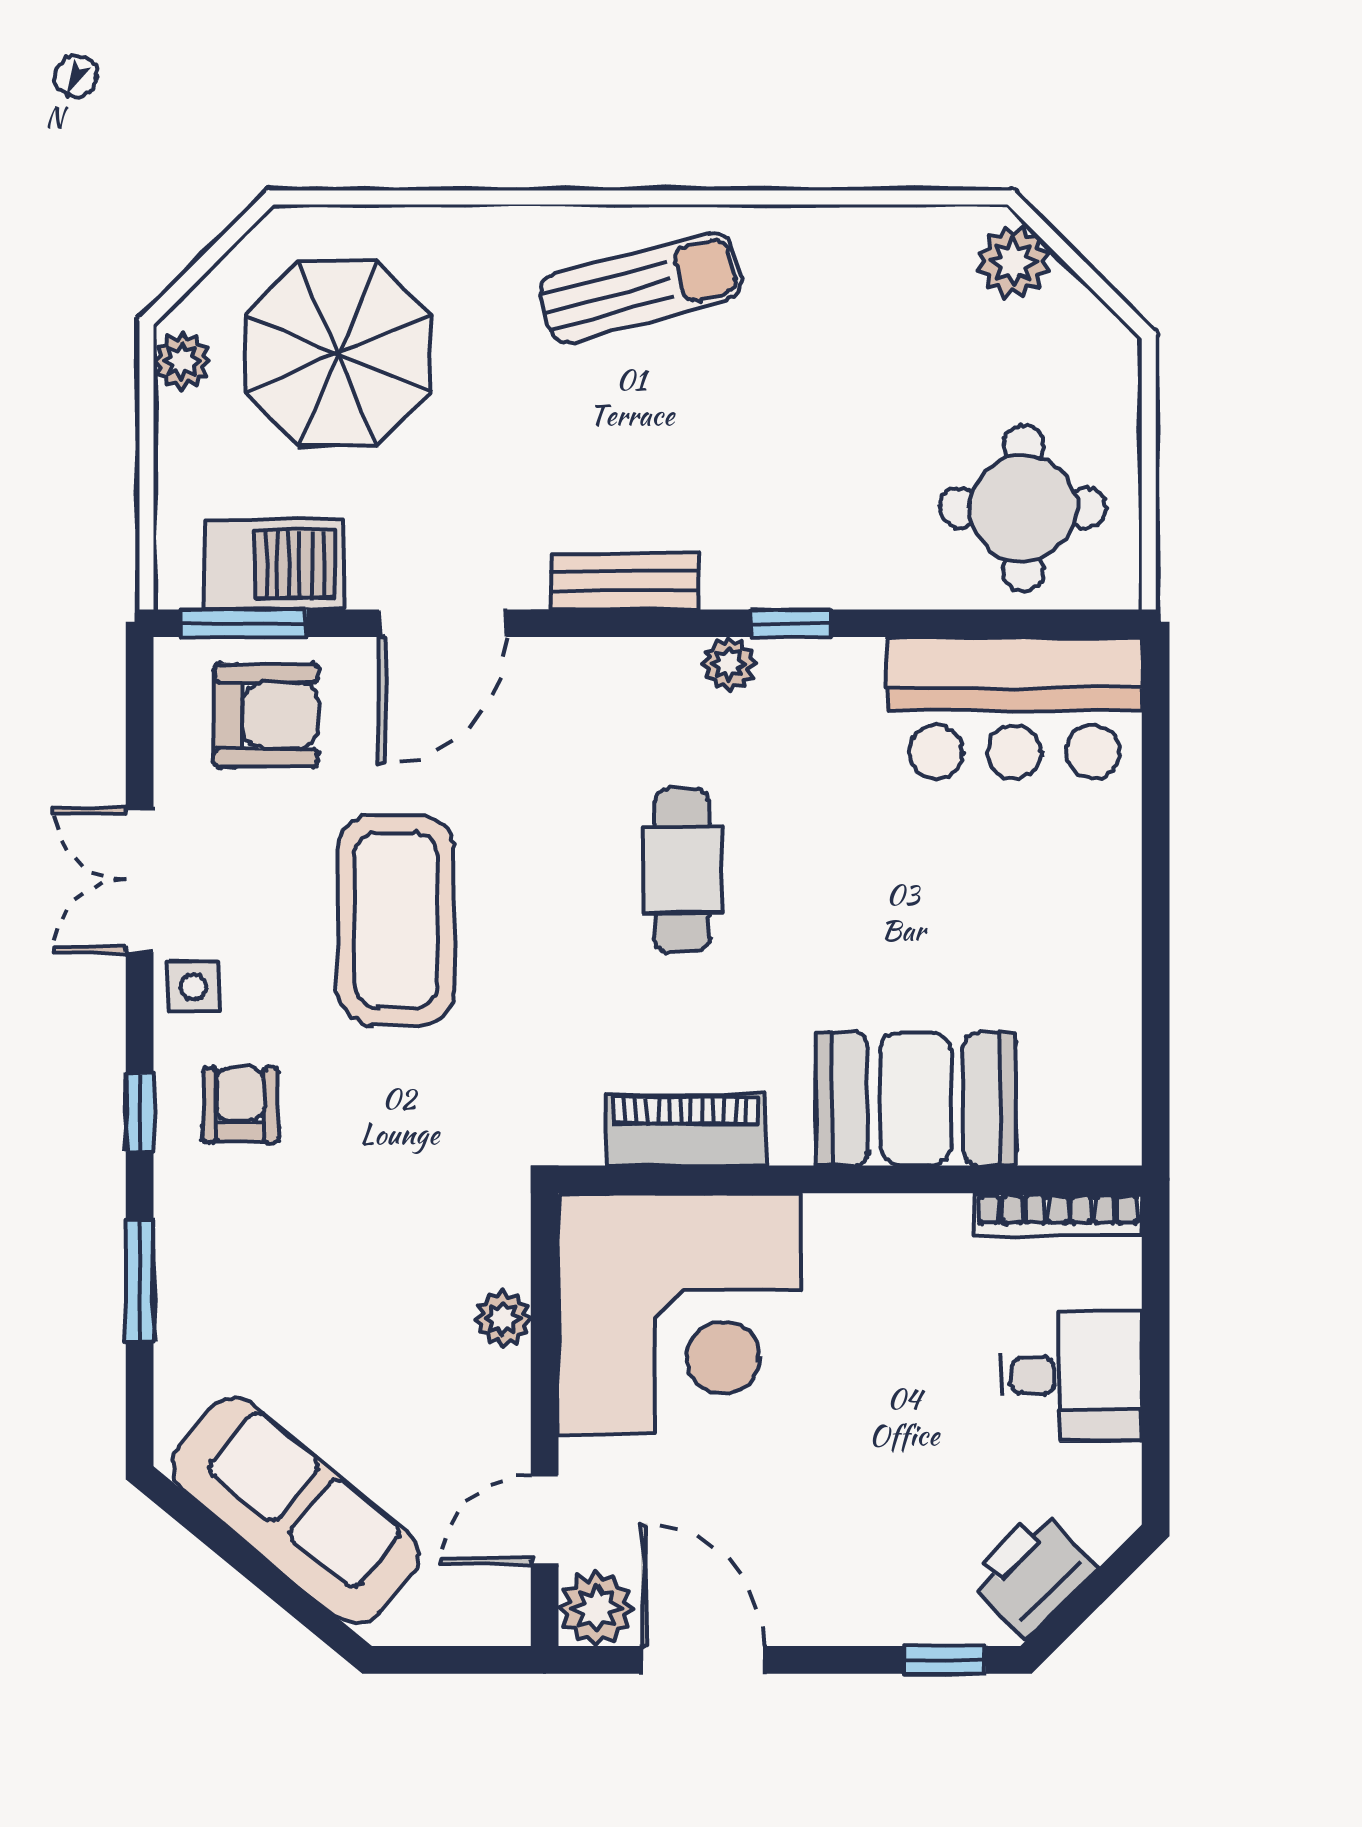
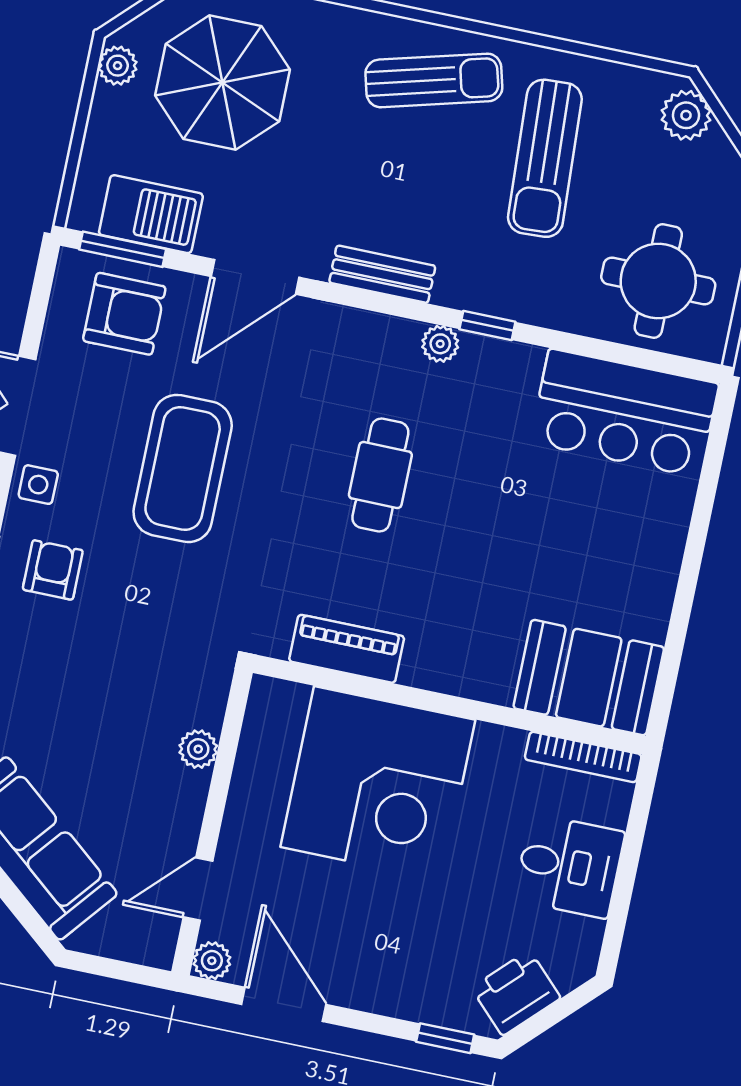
sun lounger: (824, 366) -> (545, 158), added
booth: (916, 1099) -> (589, 678), moved
corner desk: (679, 1314) -> (378, 783), moved
plant: (596, 1608) -> (212, 961), width x0.73, depth x0.73

